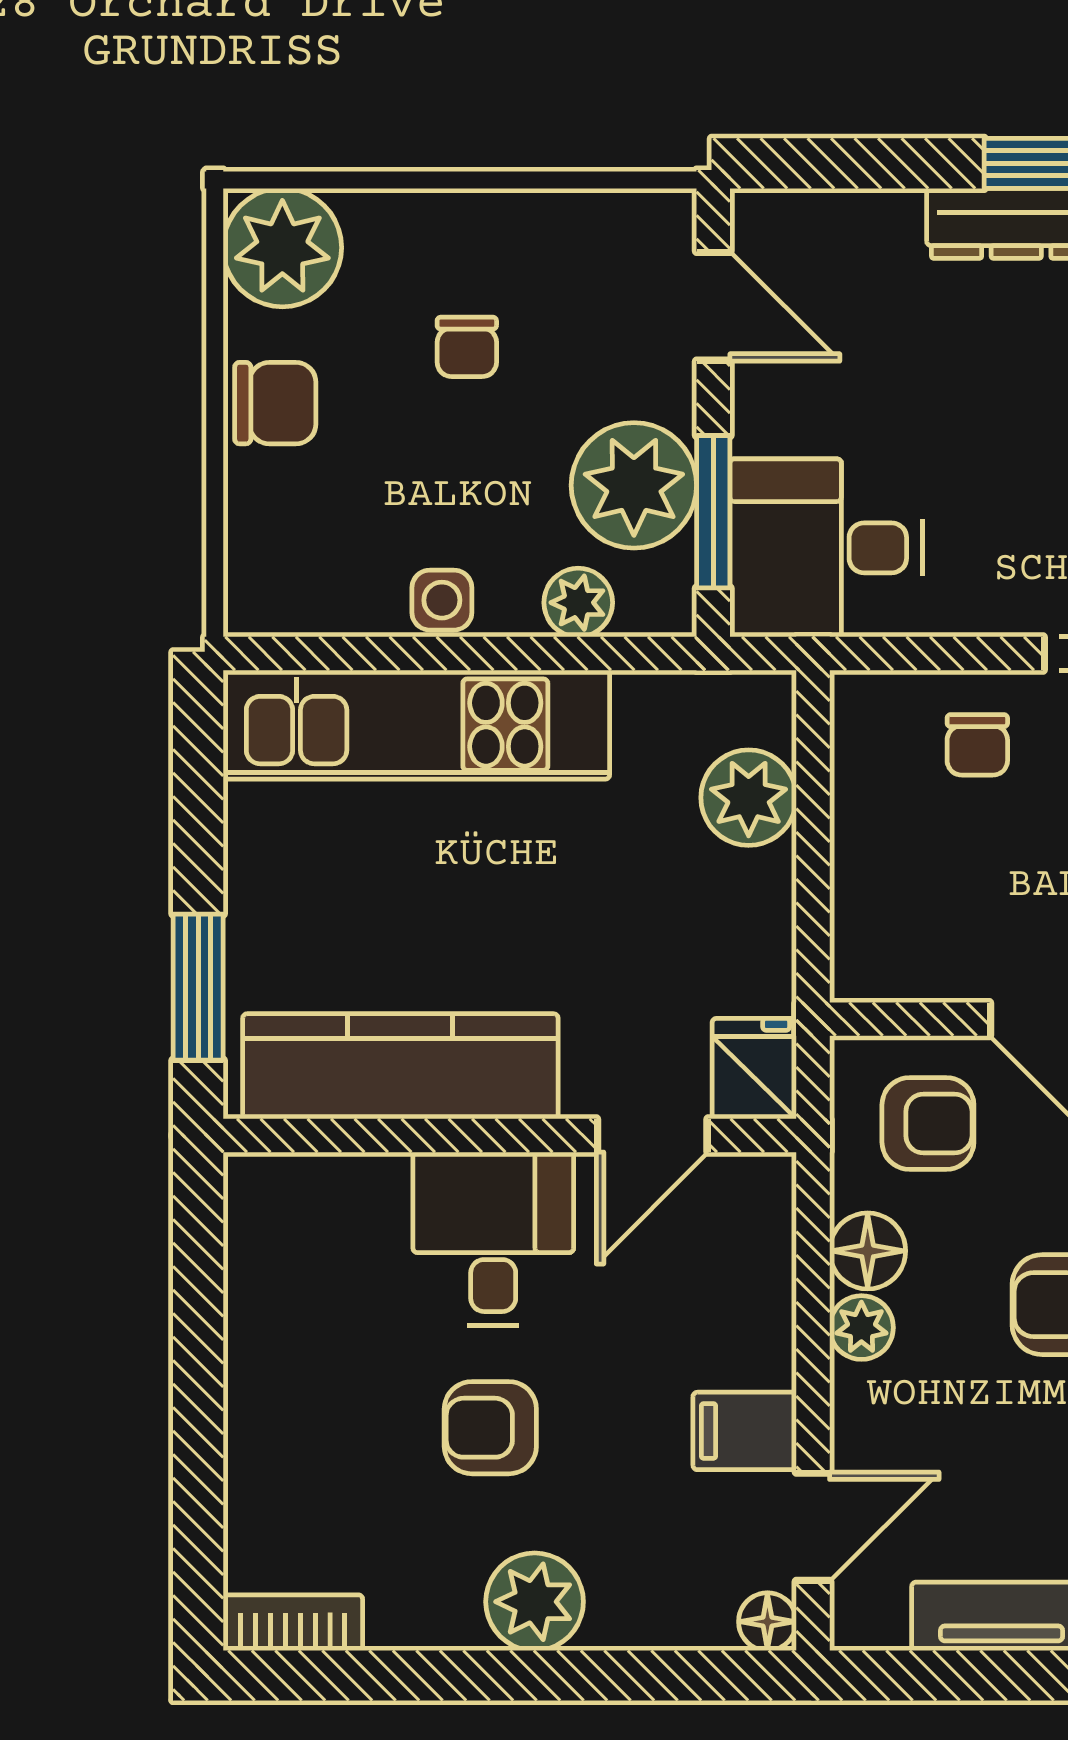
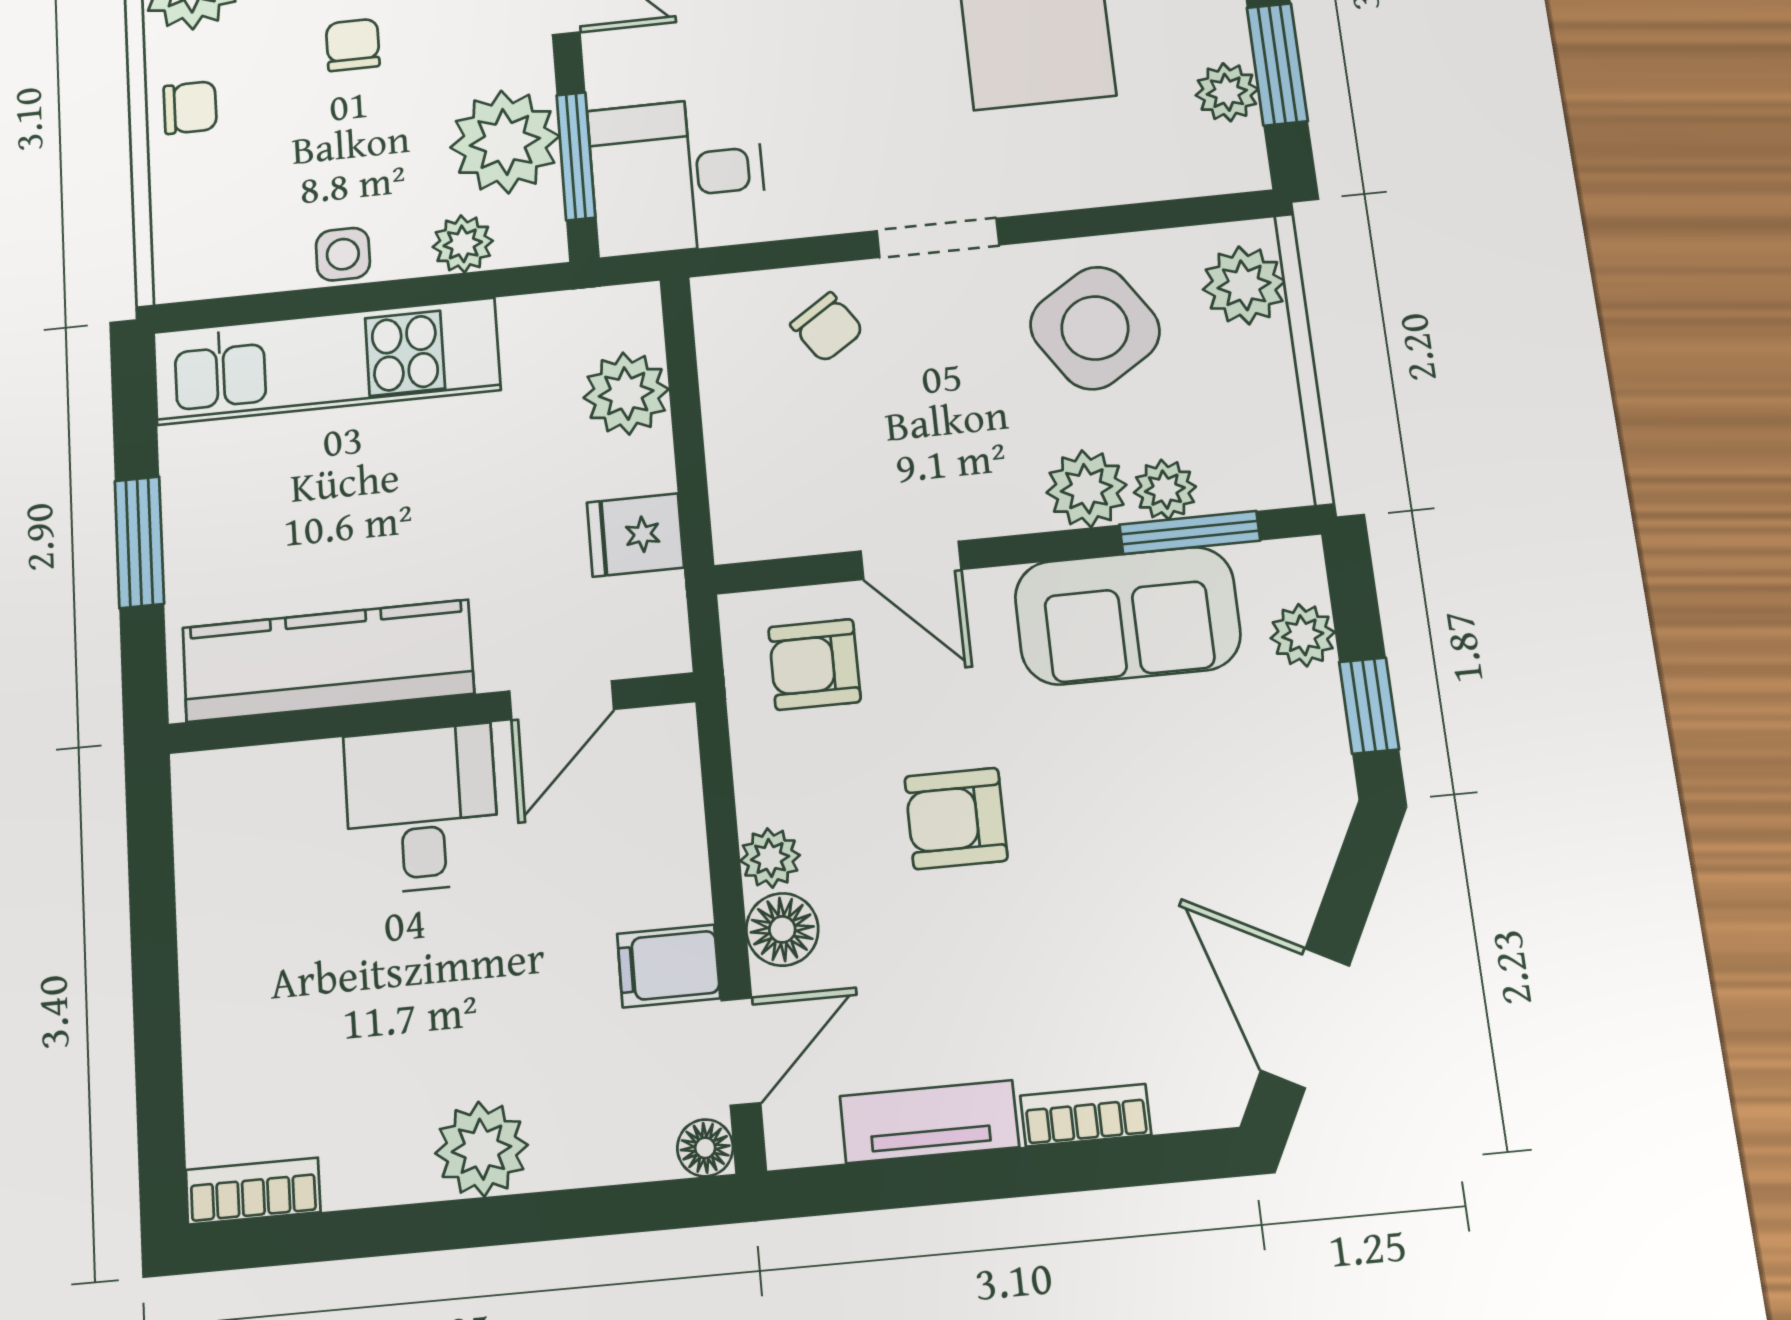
chair: (467, 347) -> (353, 45), turned 180
chair: (275, 403) -> (190, 108), width x0.73, depth x0.73
chair: (977, 745) -> (827, 327), turned -34
window: (198, 987) -> (139, 542), moved
fridge: (754, 1069) -> (635, 535), moved, turned -90
armchair: (928, 1124) -> (814, 664), turned 180
floor lamp: (868, 1251) -> (782, 929), moved
armchair: (490, 1428) -> (429, 986), removed

